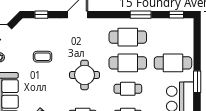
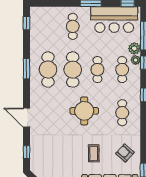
window: (141, 15) -> (27, 69), moved
coffee table: (43, 57) -> (94, 153), moved
cafe table: (173, 63) -> (73, 26), width x0.73, depth x0.74

